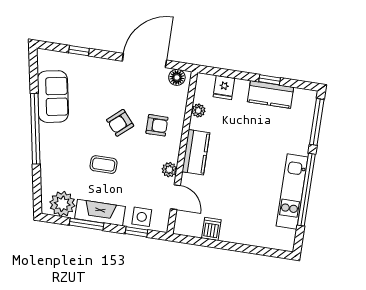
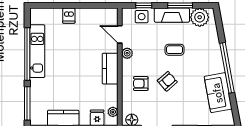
plant: (198, 111) -> (113, 112), moved
dishwasher: (211, 229) -> (69, 16), moved

